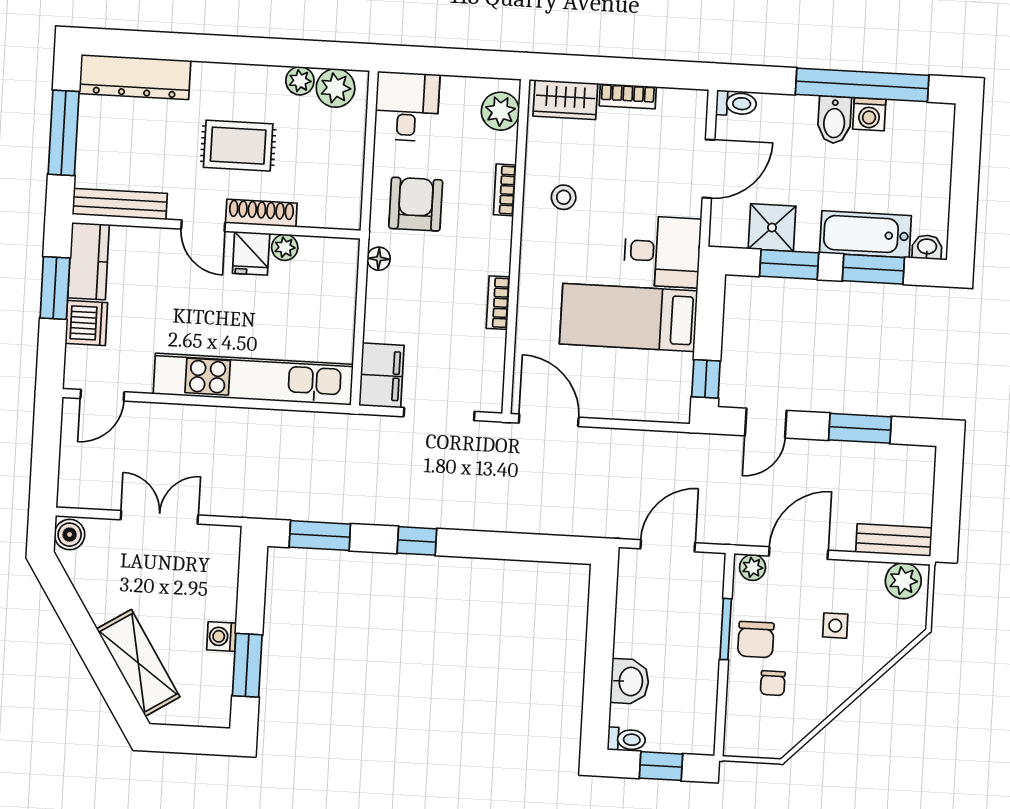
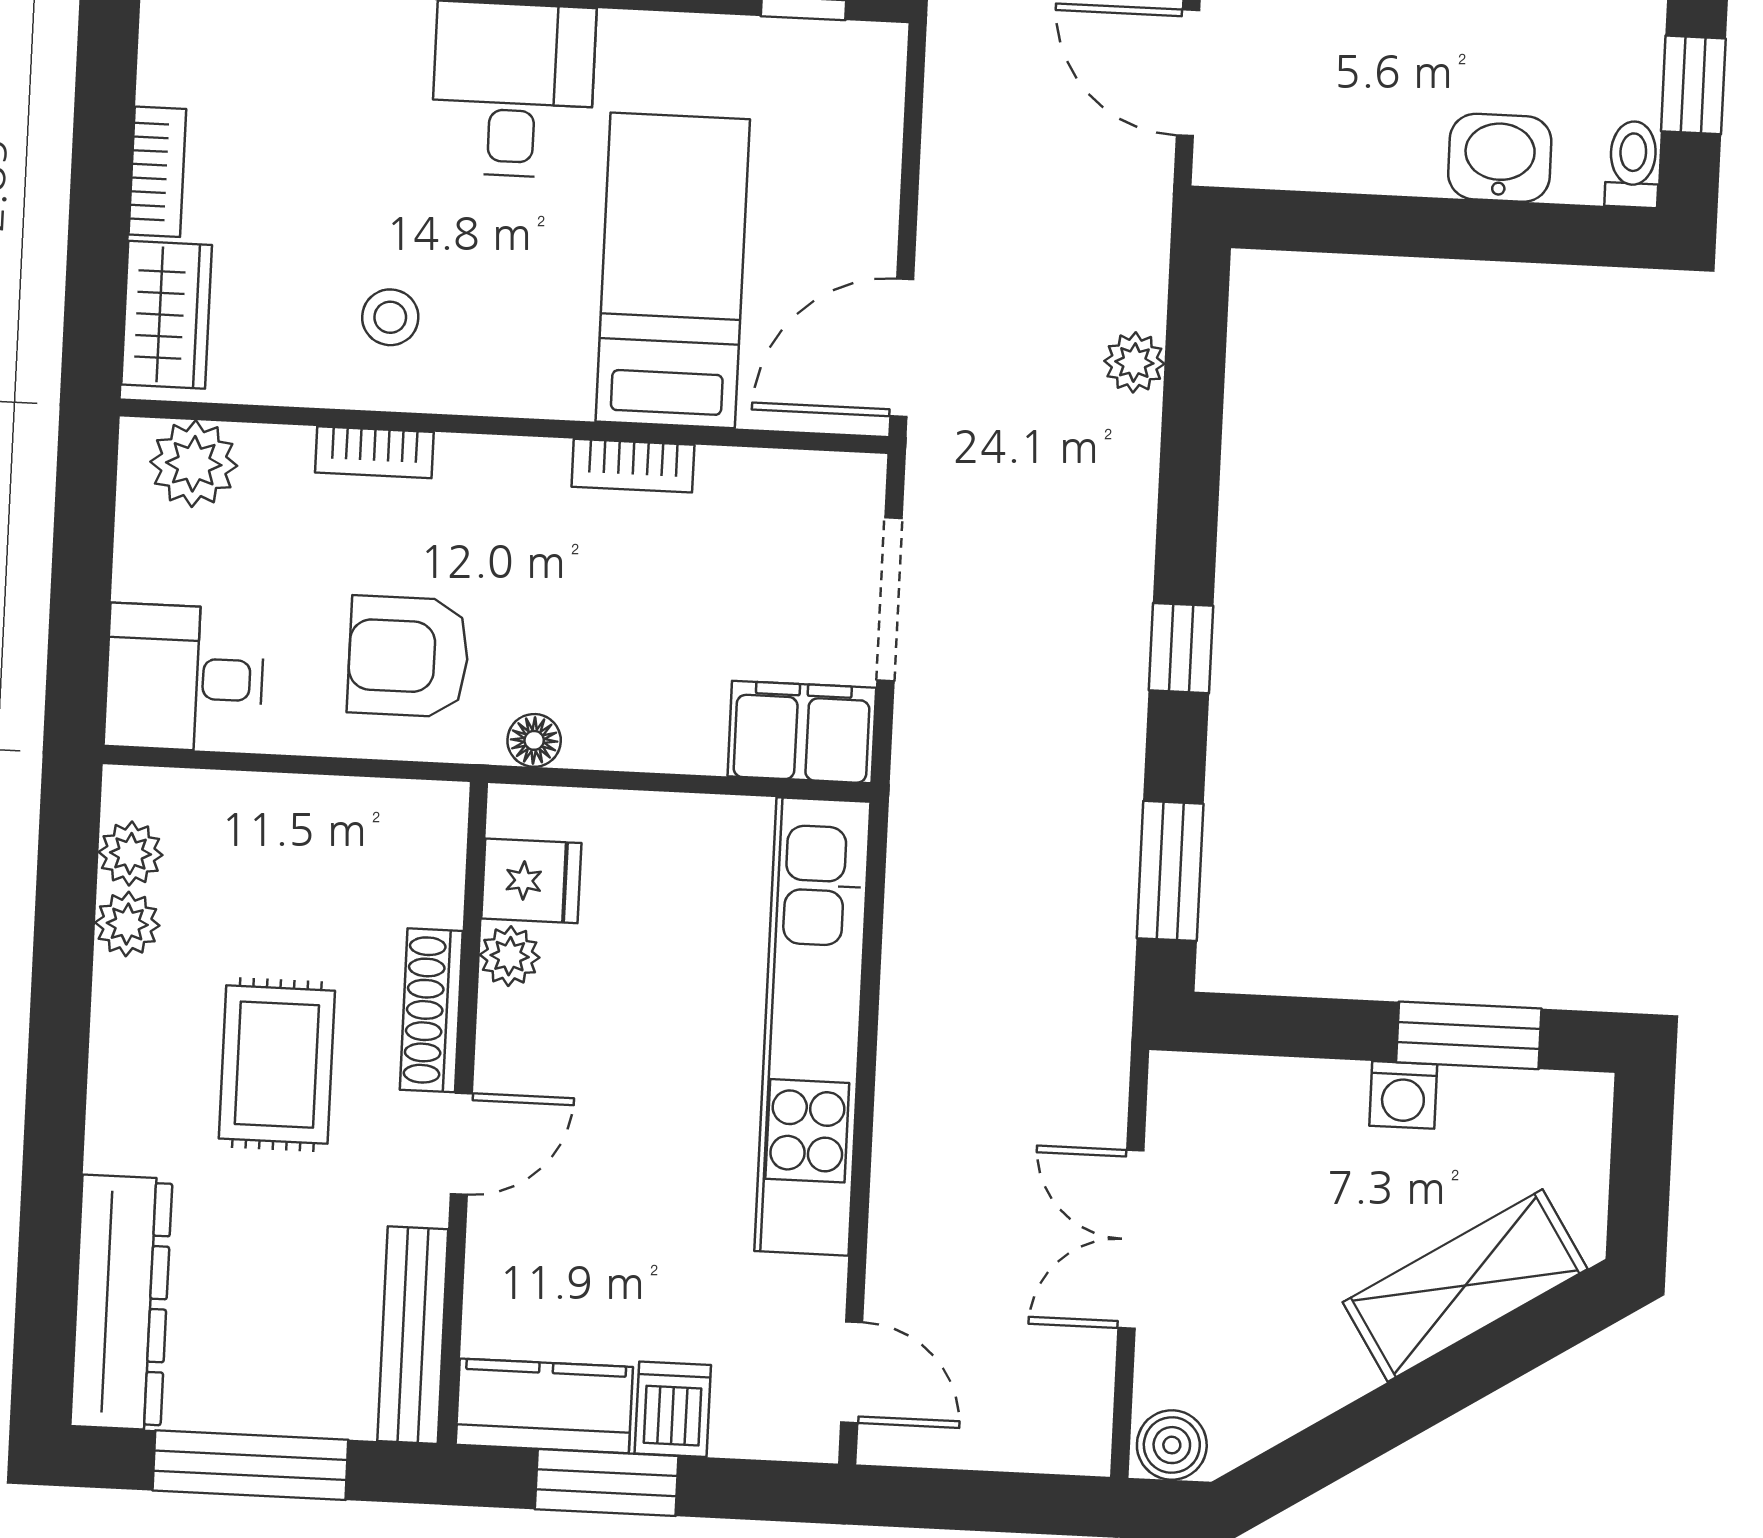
plant: (336, 88) -> (131, 853), width x0.73, depth x0.73
fridge: (251, 253) -> (531, 881), moved
bed: (629, 317) -> (673, 270), moved, turned 180
dishwasher: (86, 323) -> (673, 1409), width x0.73
plant: (542, 522) -> (1134, 362), added

